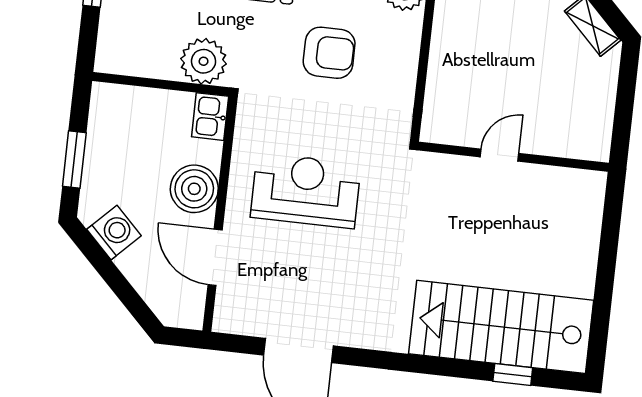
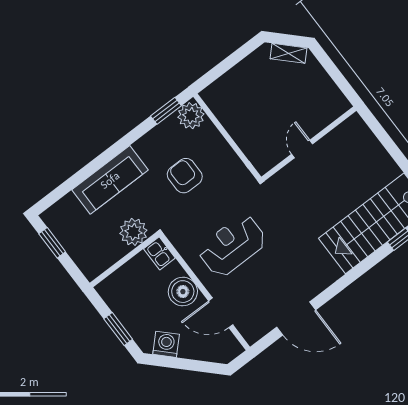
armchair: (329, 53) -> (185, 176), turned -90

